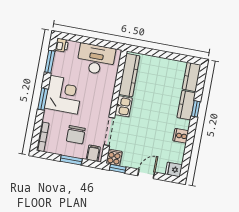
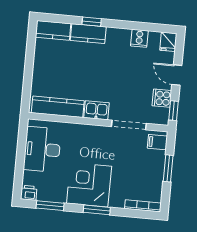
chair: (76, 135) -> (137, 166), removed
cooker: (181, 136) -> (139, 38), moved
cooker: (114, 157) -> (162, 98), moved

